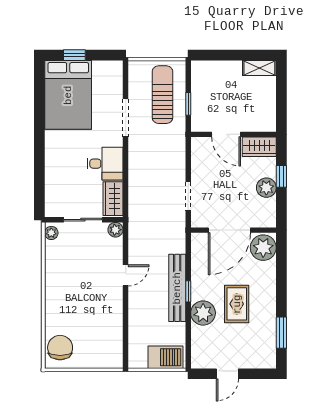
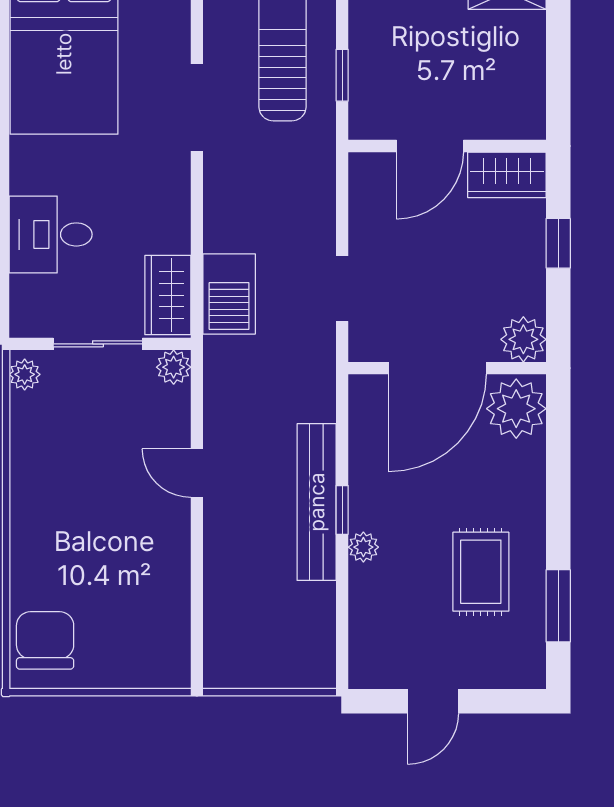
door: (226, 134) -> (430, 146), hinge flipped
desk: (105, 164) -> (51, 234), moved, turned 180
plant: (266, 188) -> (523, 339), moved
door: (126, 275) -> (197, 473), swing flipped
rug: (237, 304) -> (481, 572), moved
plant: (203, 313) -> (363, 547), width x0.53, depth x0.53
barbecue: (165, 357) -> (229, 294), moved, turned 90

